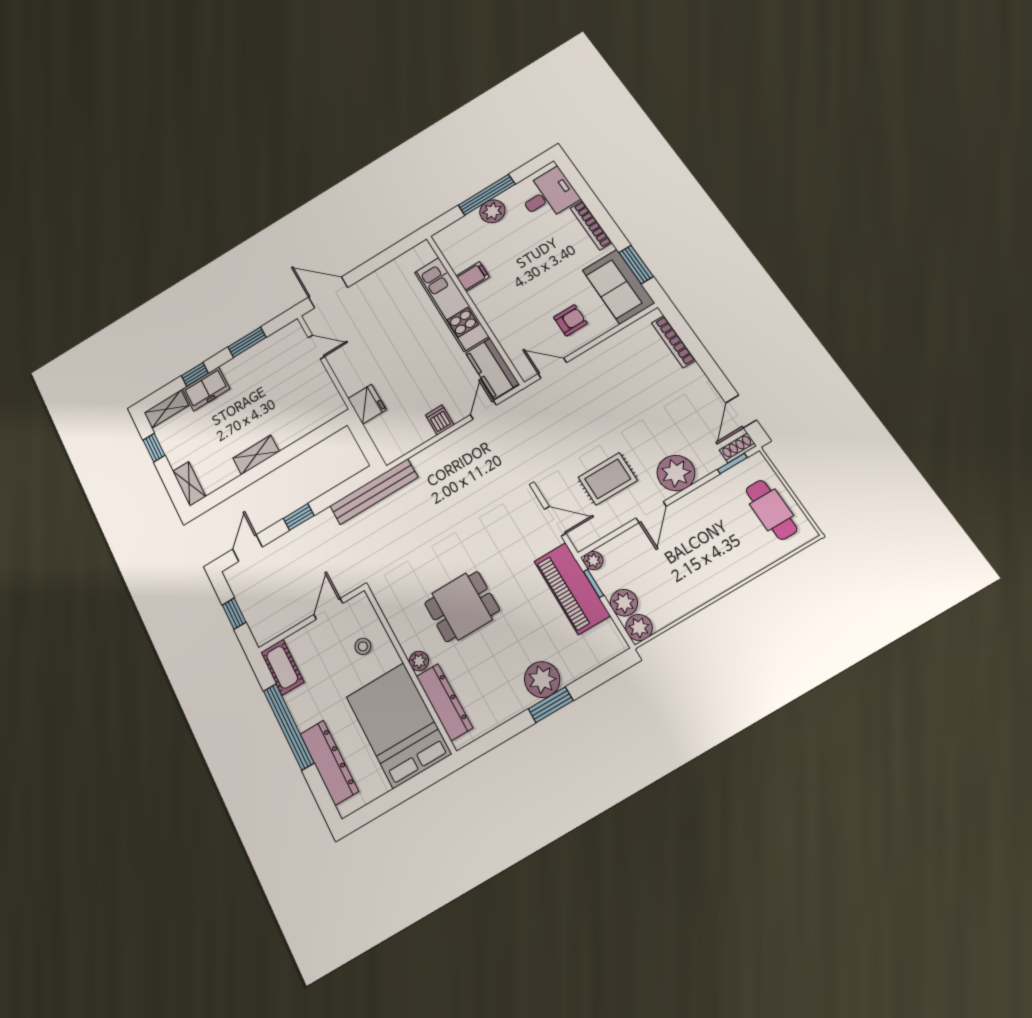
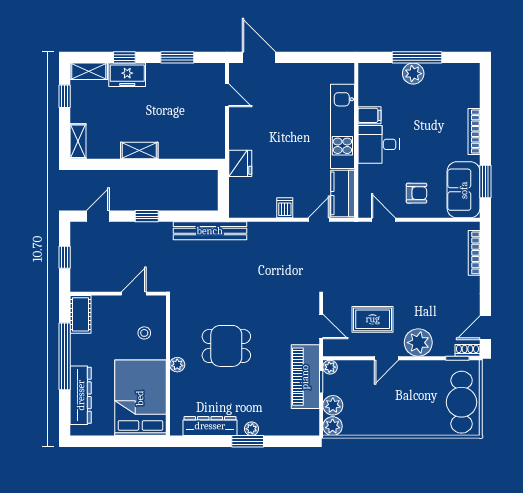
desk: (548, 195) -> (379, 144), moved, turned 180
cafe table: (771, 510) -> (462, 402), width x1.37, depth x1.35
plant: (542, 680) -> (251, 429), width x0.53, depth x0.53
dresser: (444, 702) -> (210, 426), moved, turned -90

